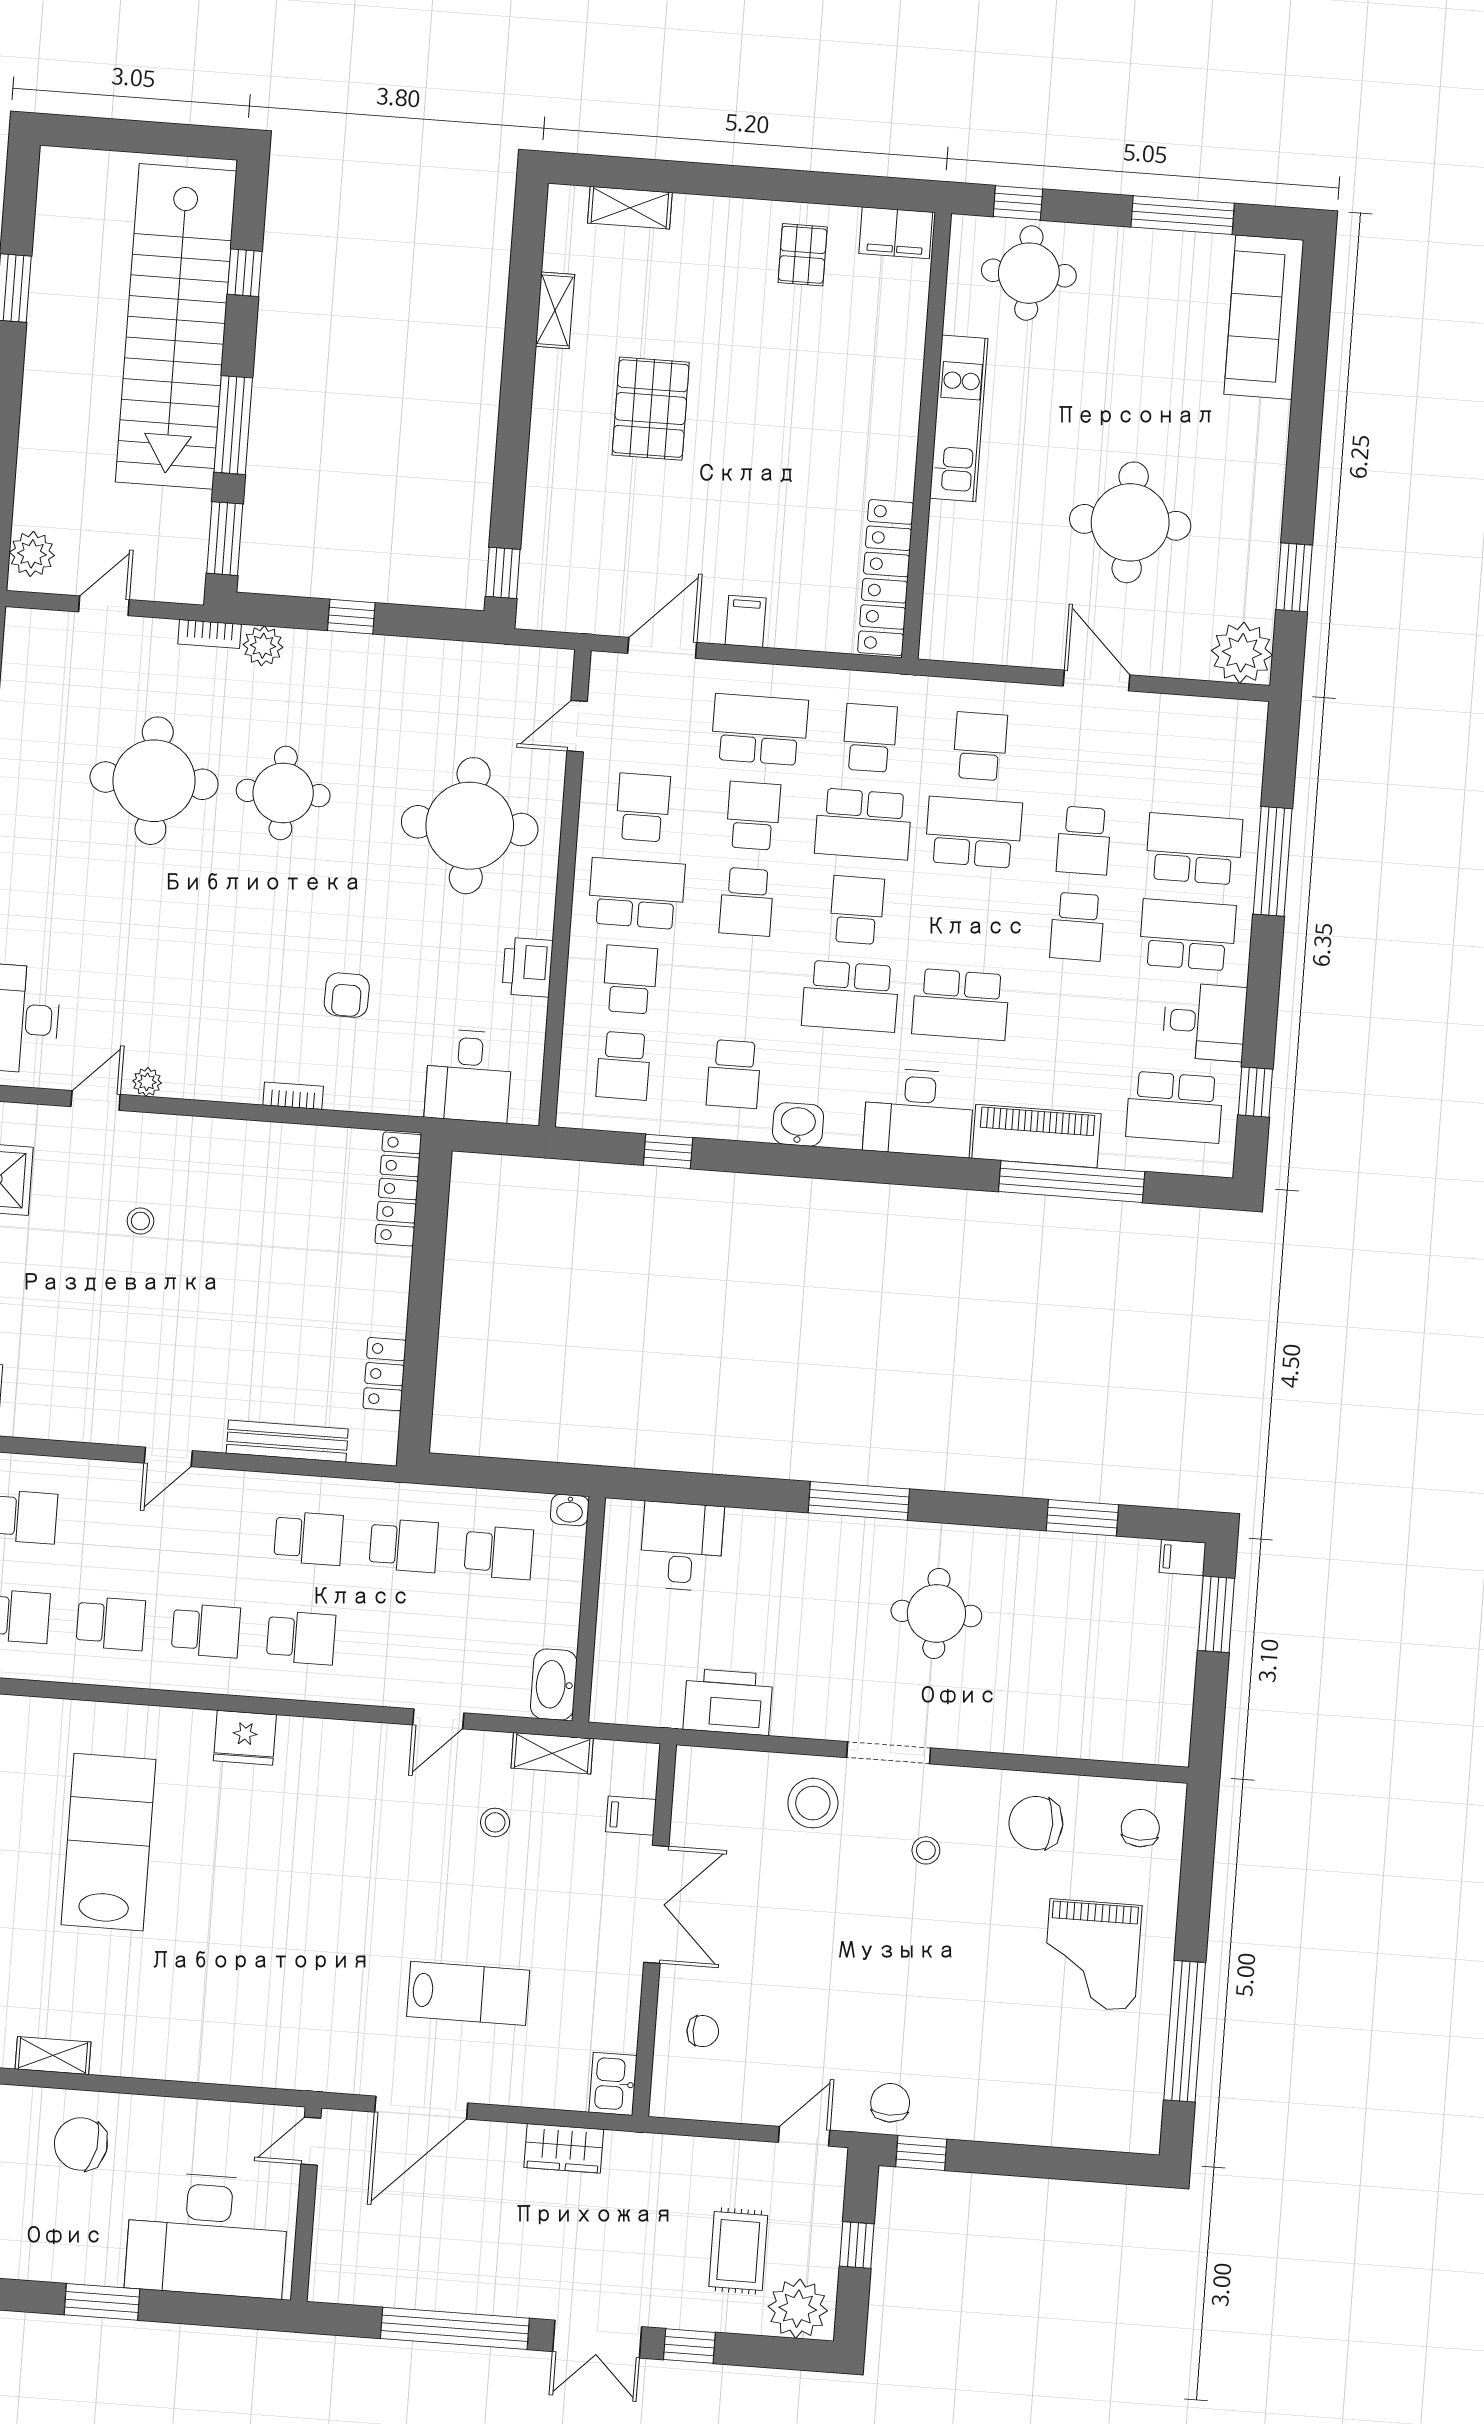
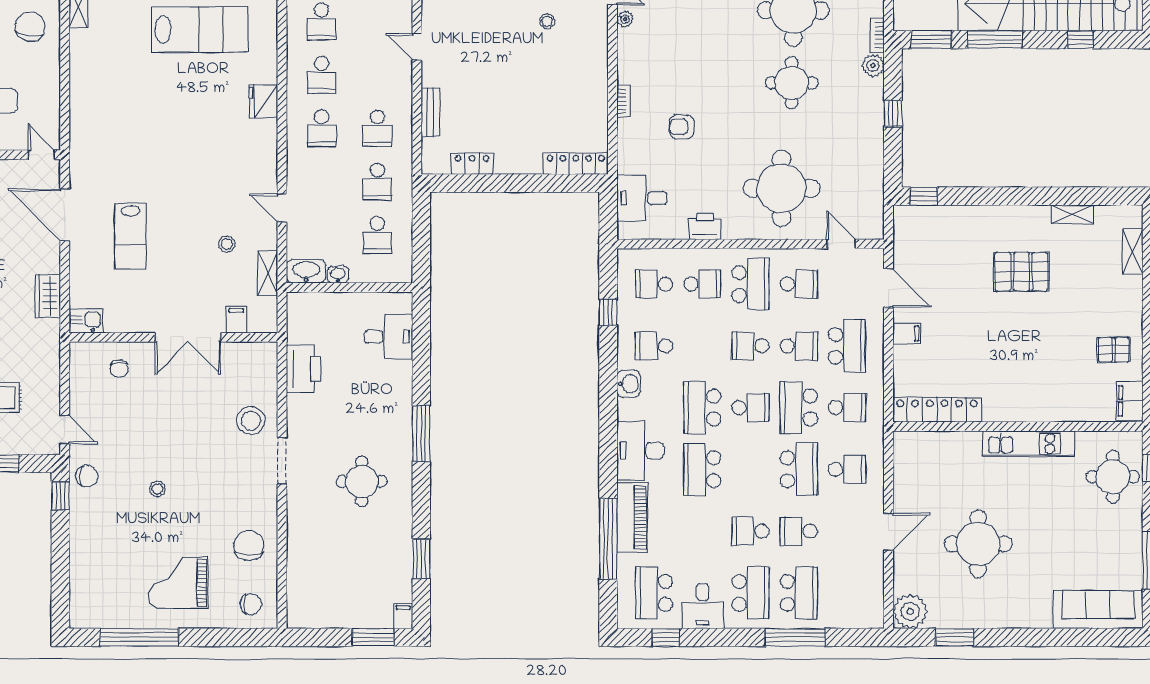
bench: (287, 1441) -> (431, 112), width x0.73
washbasin: (570, 1510) -> (338, 275), moved, turned 90
stool: (926, 1850) -> (157, 489), moved

